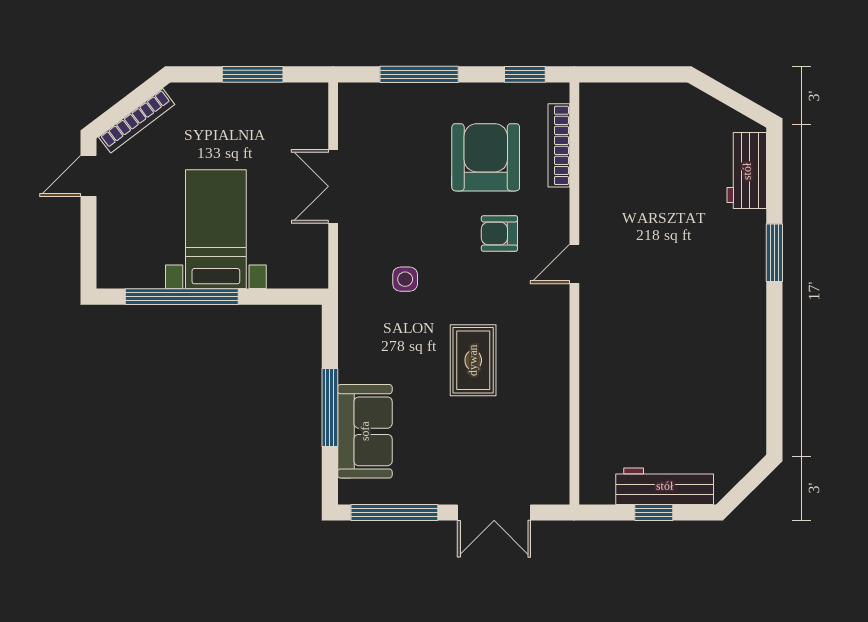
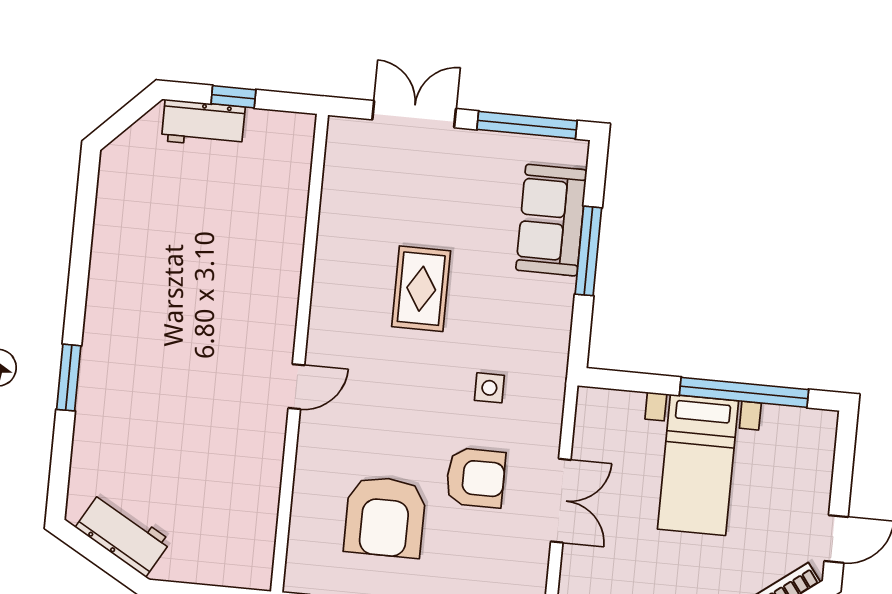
bookcase: (559, 145) -> (301, 522), removed
workbench: (747, 171) -> (123, 534), moved, turned -60
armchair: (499, 233) -> (475, 478), moved, width x1.38, depth x1.38
workbench: (665, 486) -> (203, 124), width x0.73

